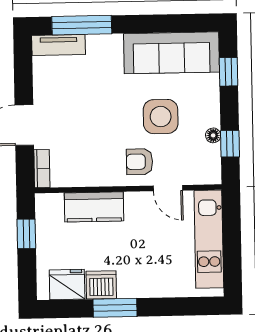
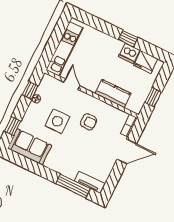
sofa: (171, 53) -> (30, 147), width x0.73
armchair: (139, 162) -> (89, 122), moved
window: (115, 308) -> (128, 39), width x0.67

